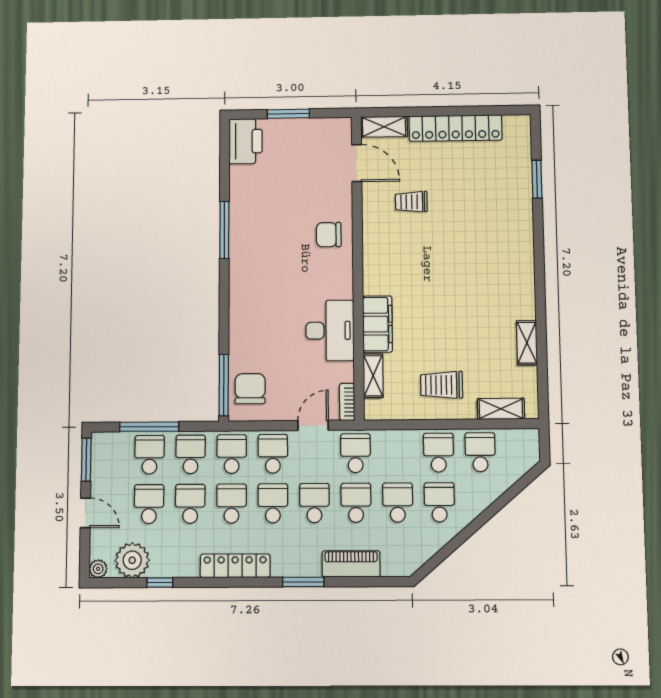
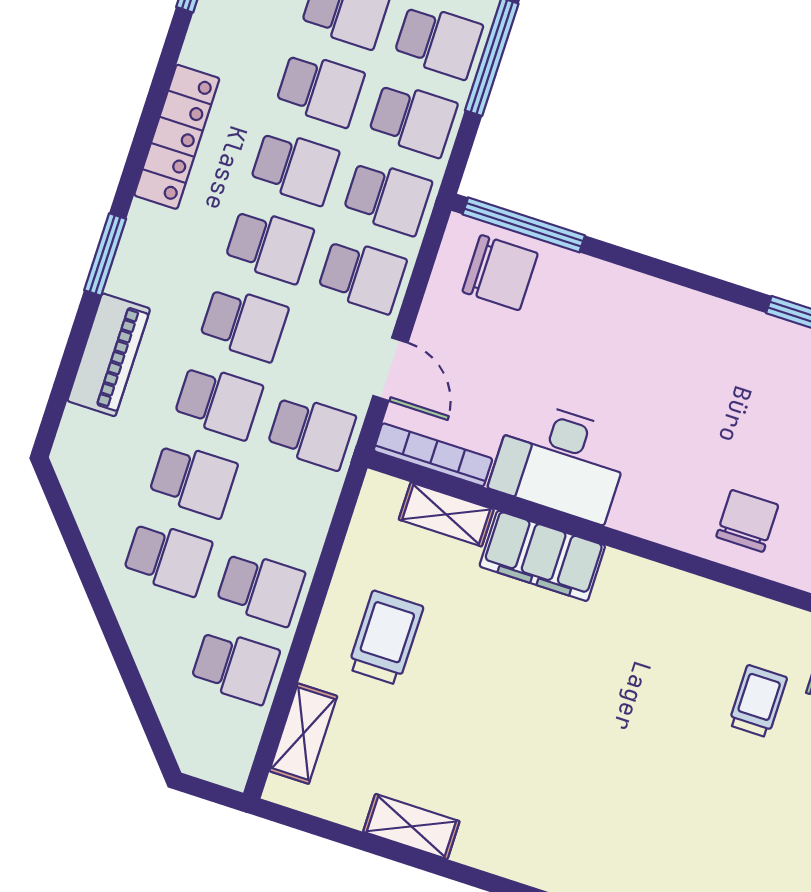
bookcase: (347, 402) -> (433, 455), width x1.56

